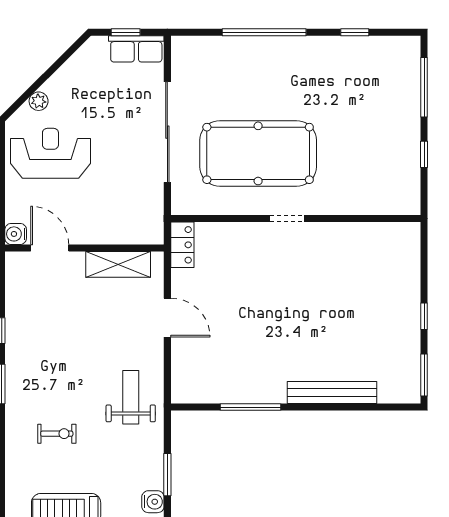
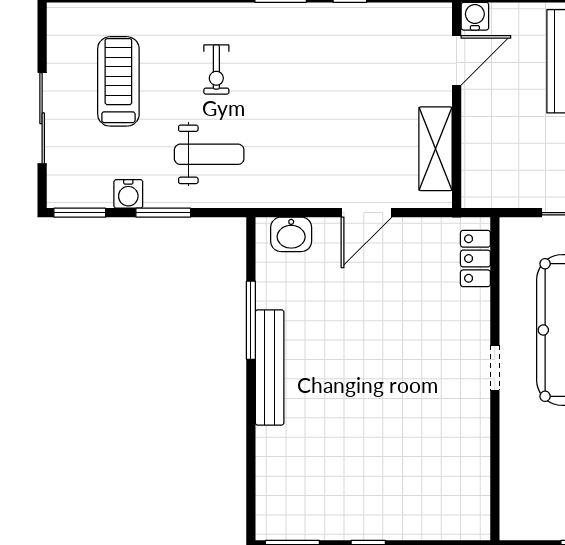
locker: (182, 245) -> (475, 259), moved, turned 90
washbasin: (184, 376) -> (291, 234), added
bench: (332, 393) -> (270, 367), moved
weight bench: (131, 397) -> (209, 154), moved

